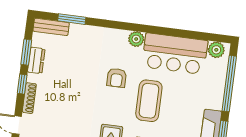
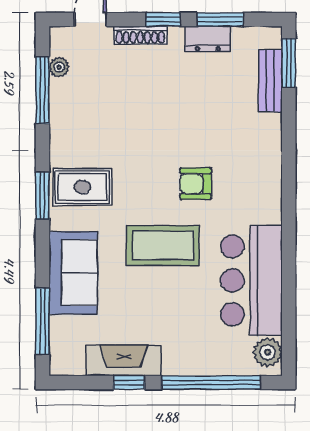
window: (72, 19) -> (289, 63), moved
bench: (51, 27) -> (270, 81), moved
plant: (136, 39) -> (268, 209), removed

